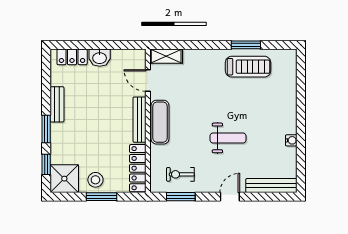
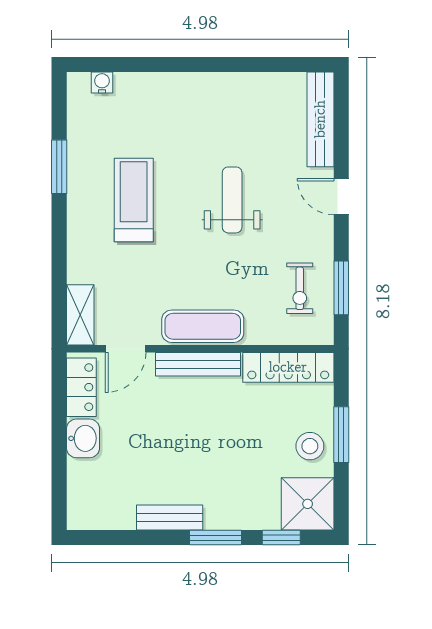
locker: (72, 57) -> (81, 387), moved
treadmill: (248, 67) -> (134, 200), moved
water cooler: (291, 140) -> (102, 82), moved

